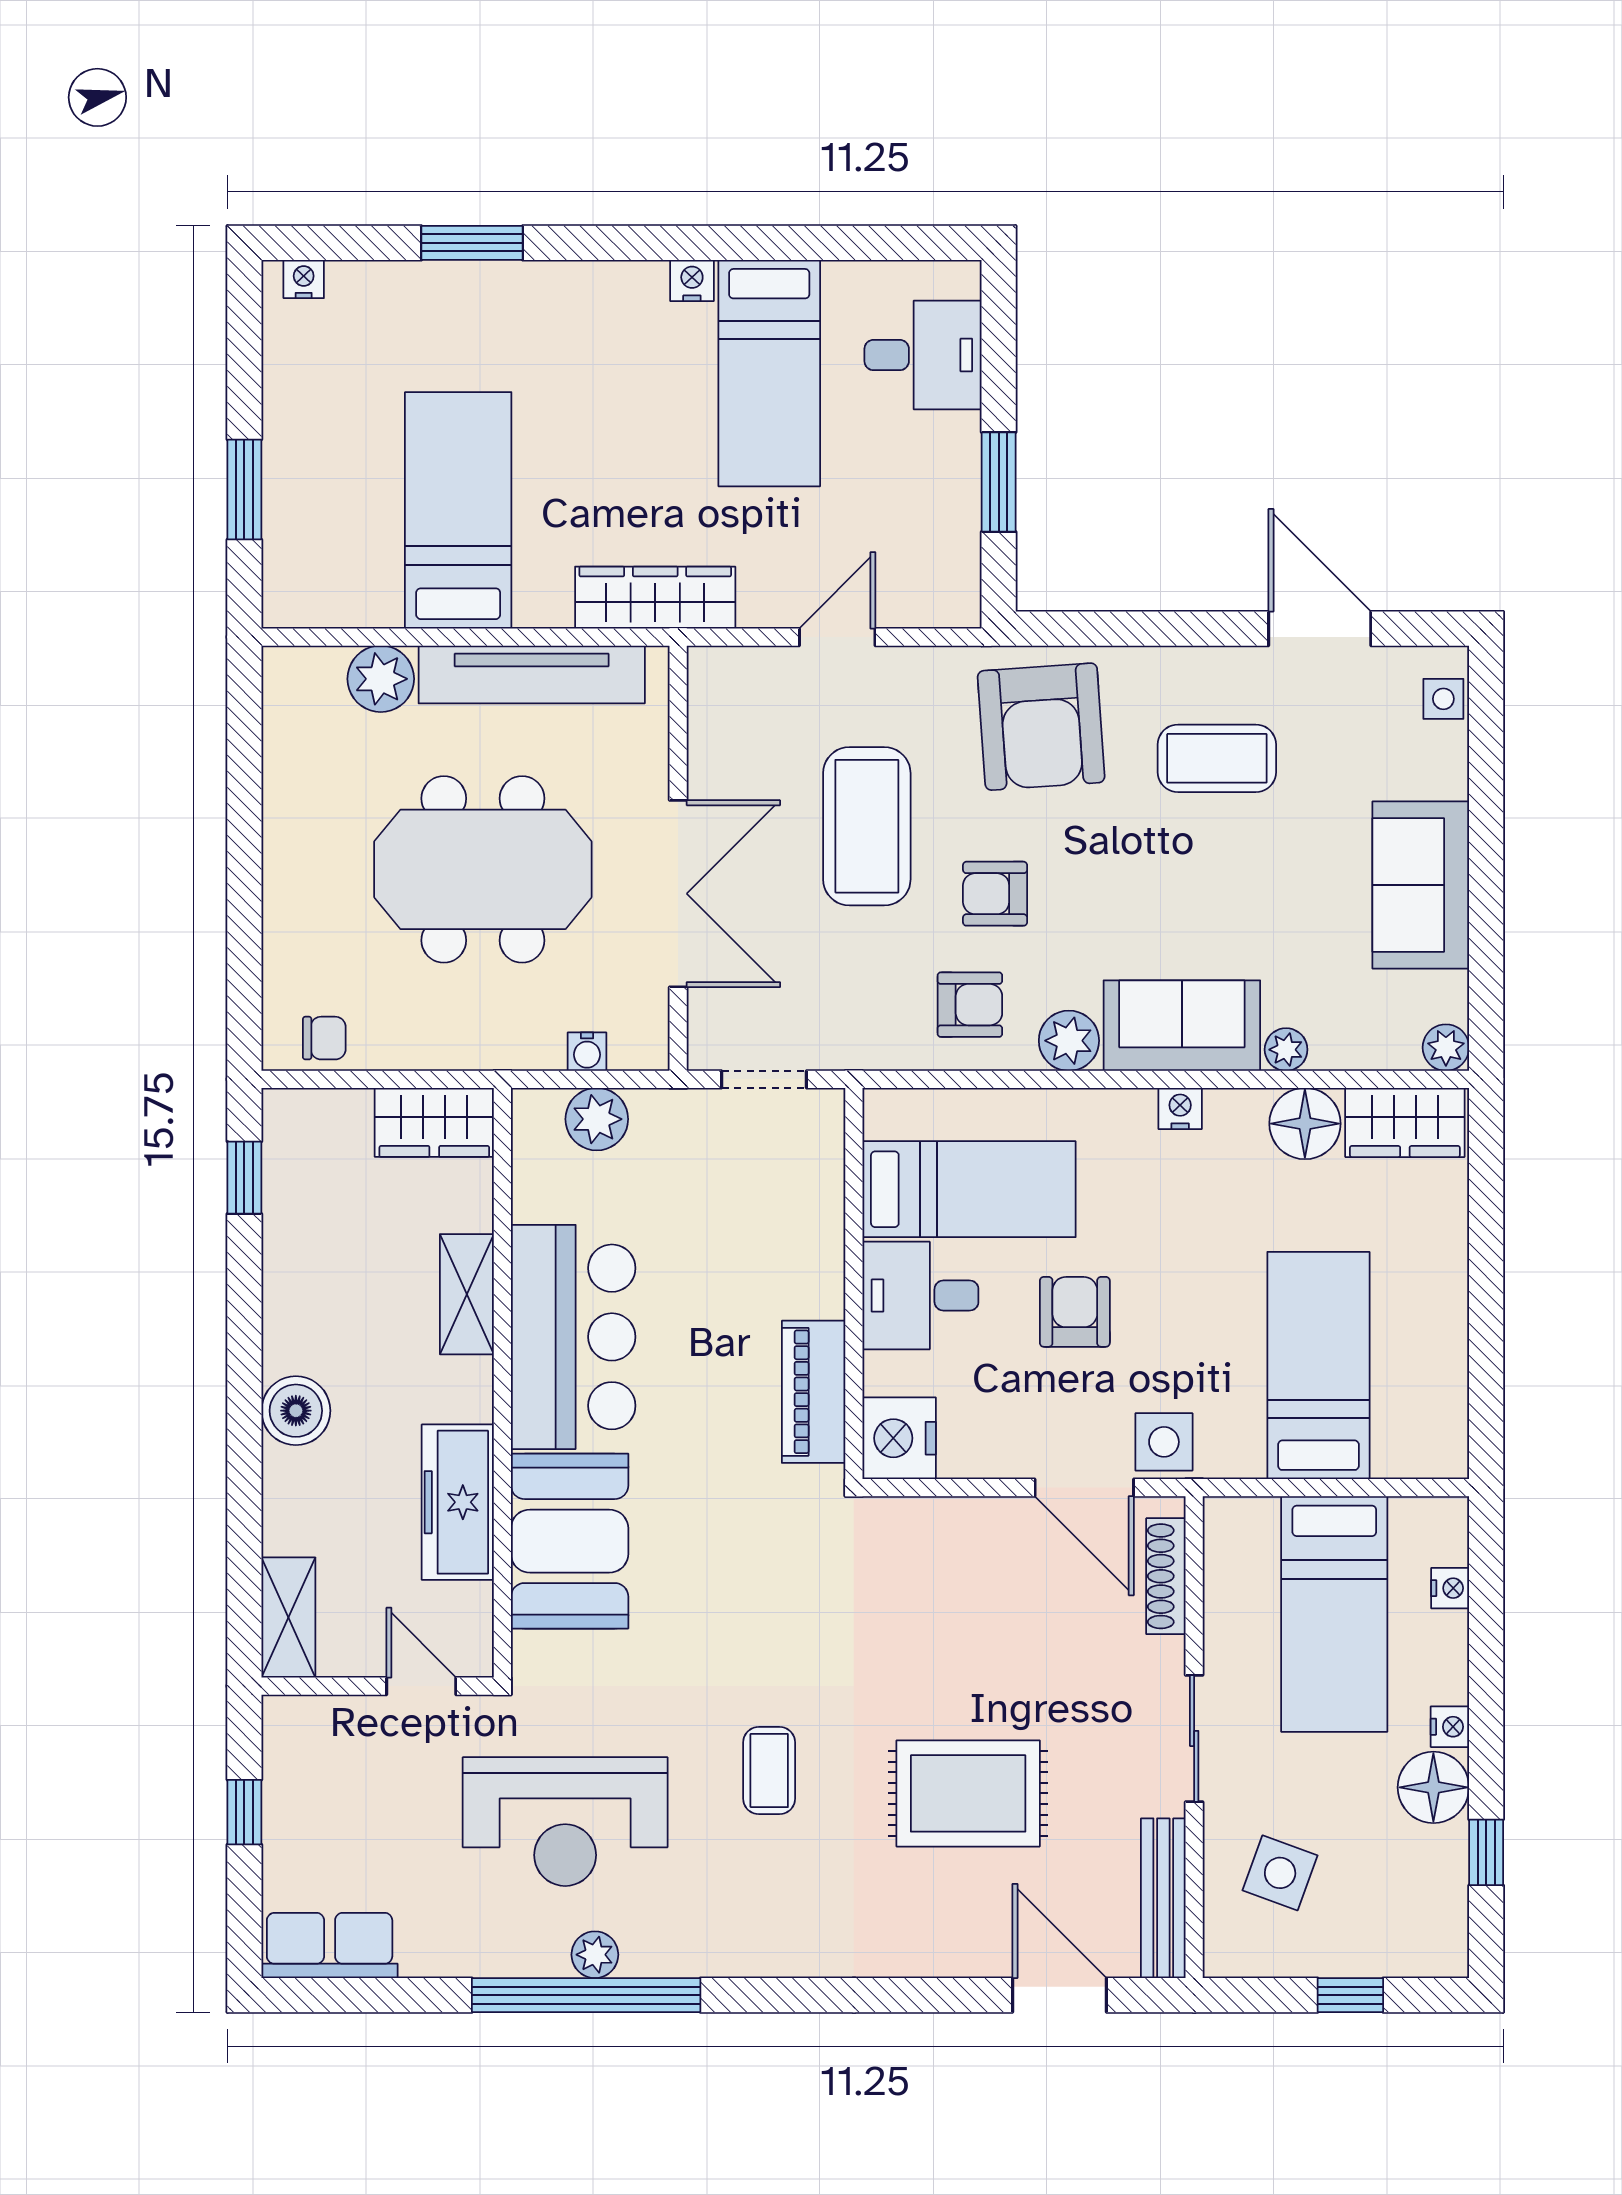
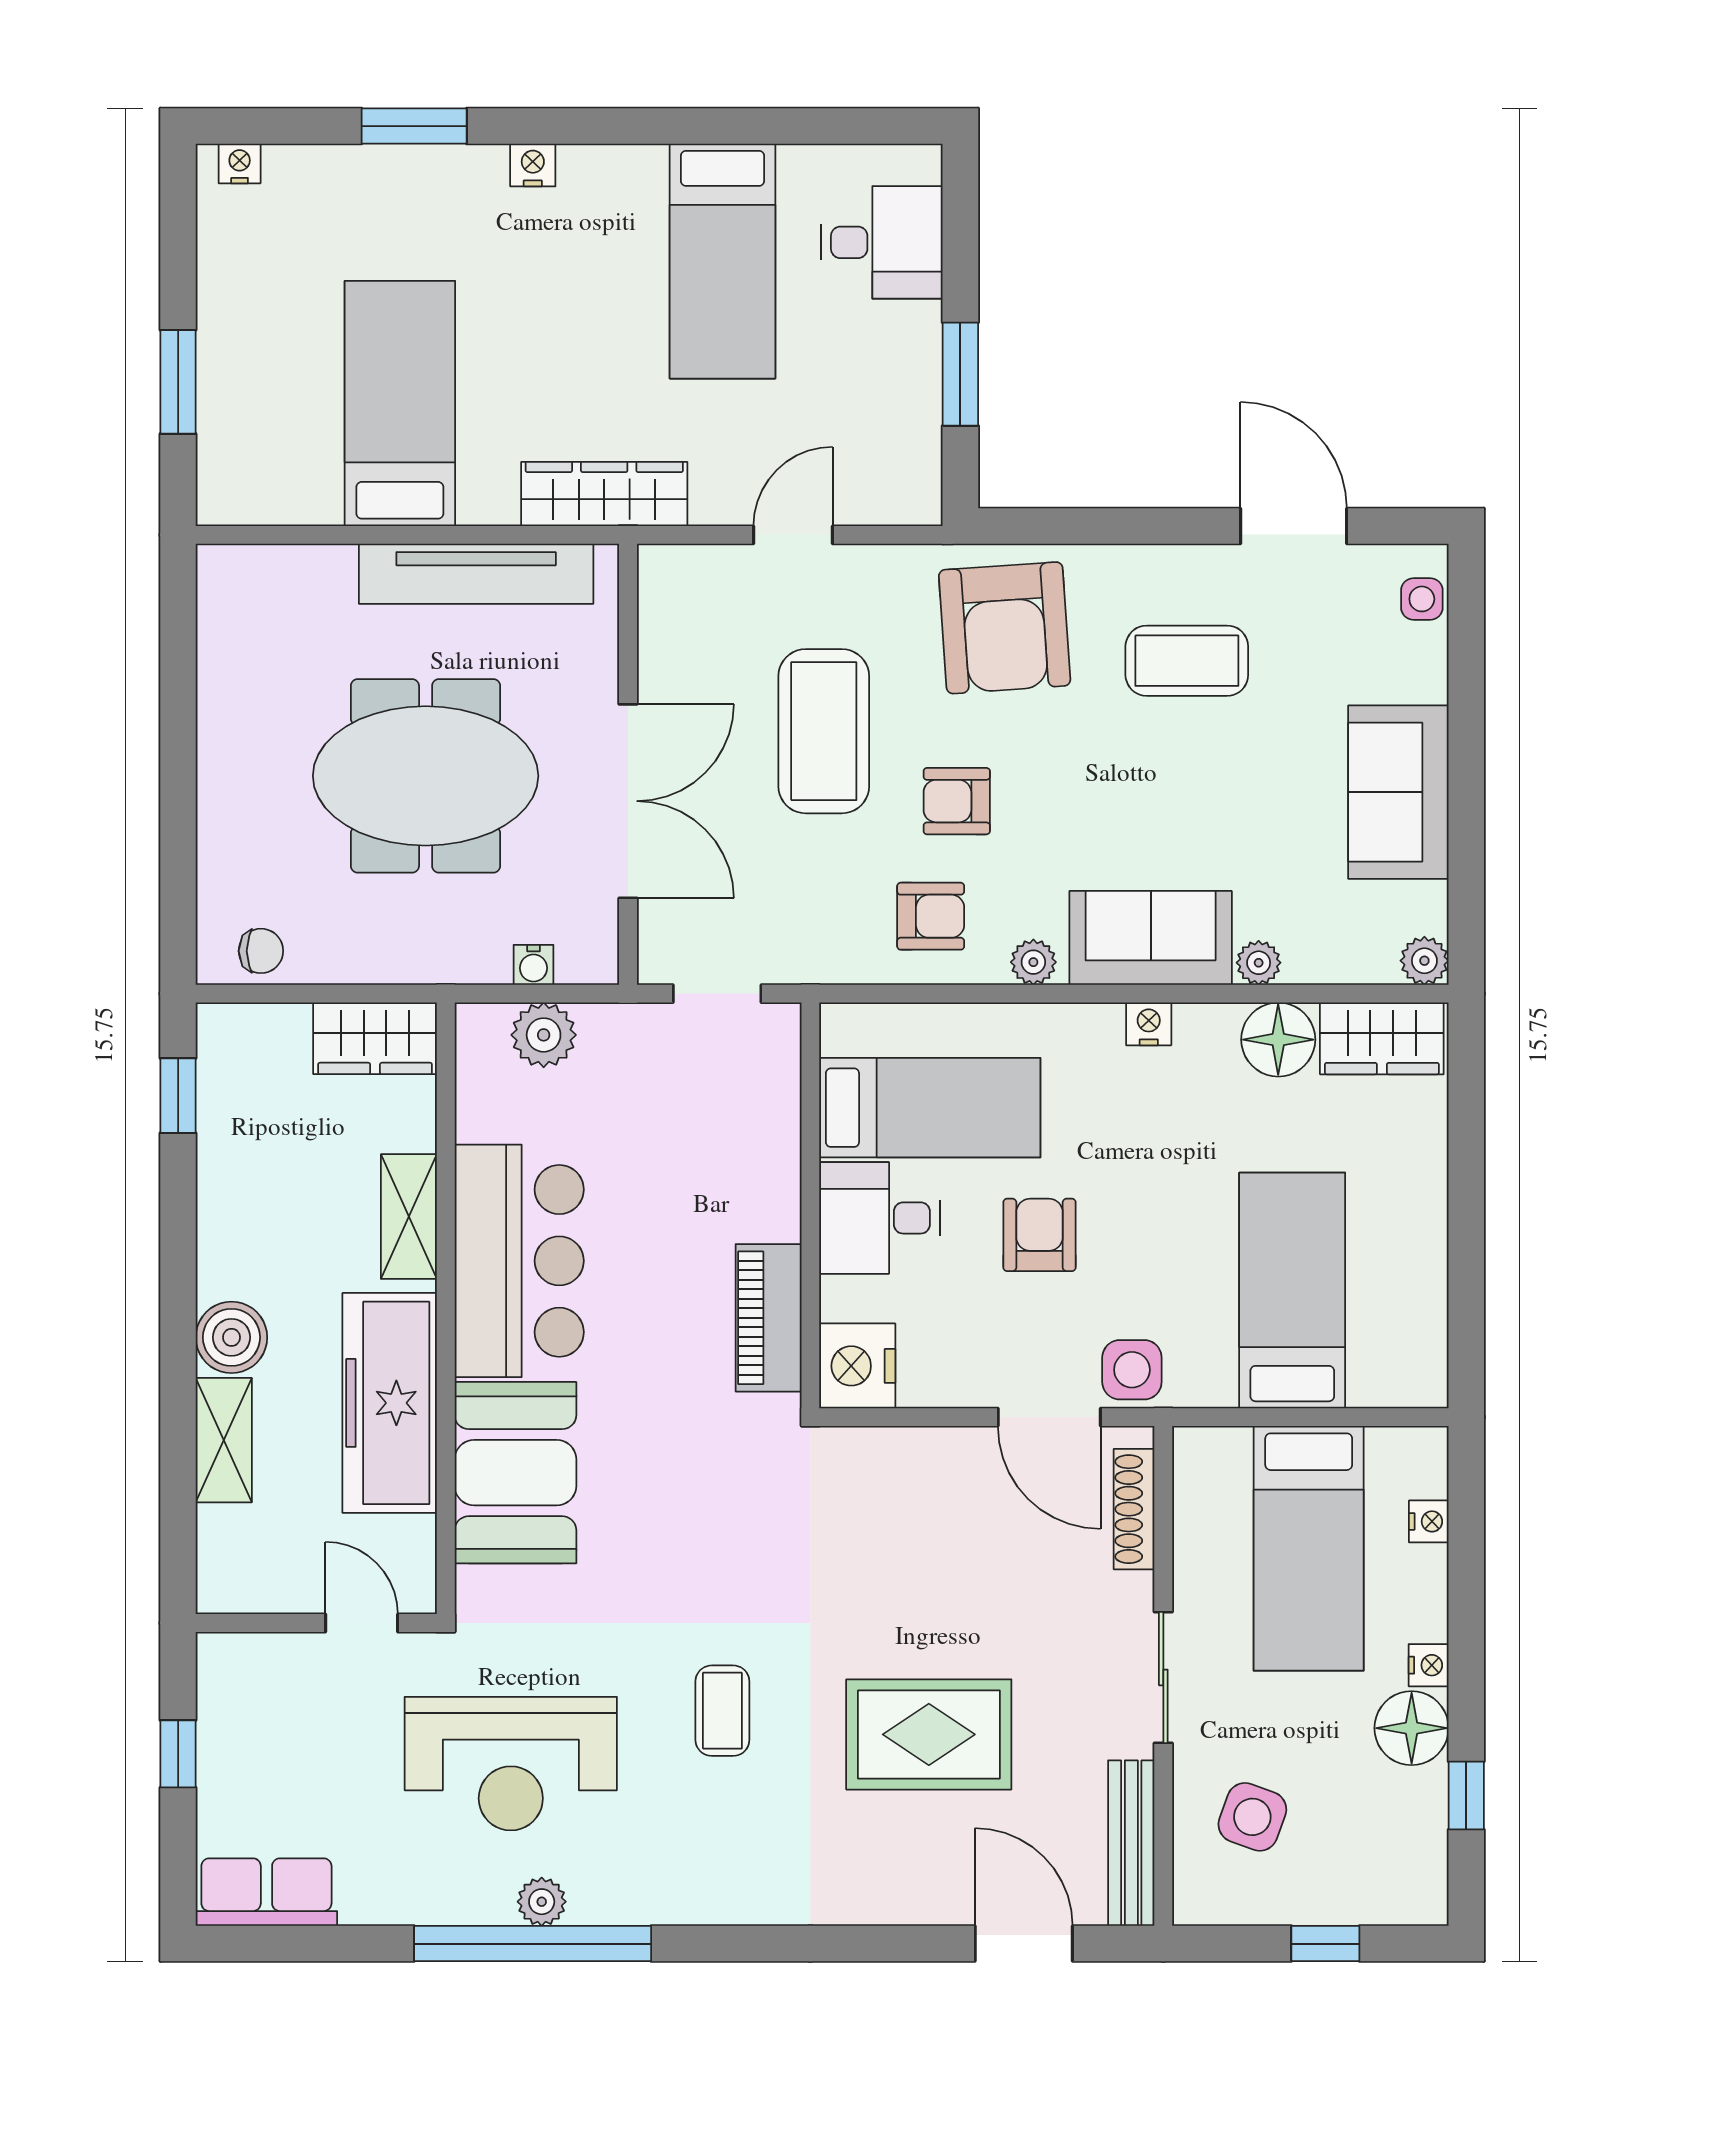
nightstand: (692, 281) -> (533, 165), moved
plant: (381, 679) -> (320, 578), removed
plant: (1069, 1041) -> (1033, 962), width x0.73, depth x0.73
freezer: (458, 1502) -> (390, 1403), width x1.36, depth x1.26
shelving: (288, 1617) -> (224, 1440), moved

